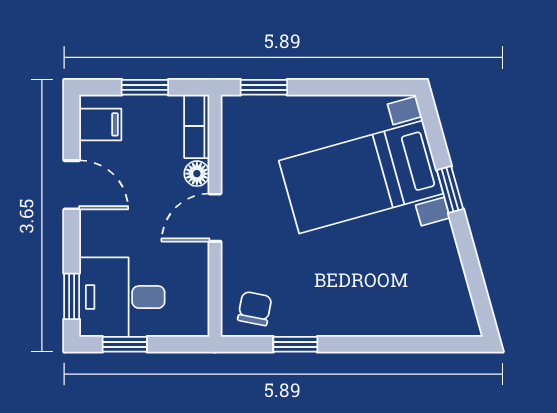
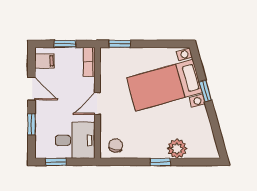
floor lamp: (197, 174) -> (89, 84), removed
window: (72, 296) -> (31, 124), moved
desk: (122, 297) -> (75, 140), moved, turned 180
plant: (388, 315) -> (177, 149), added
window: (295, 344) -> (160, 162), moved

